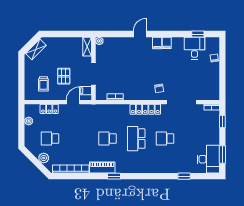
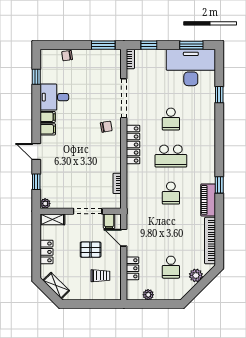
window: (116, 34) -> (36, 182), added
locker: (62, 42) -> (47, 252), added
desk: (194, 48) -> (54, 97), moved
window: (222, 86) -> (103, 45), added
desk: (208, 159) -> (191, 67), width x1.36, depth x1.30

